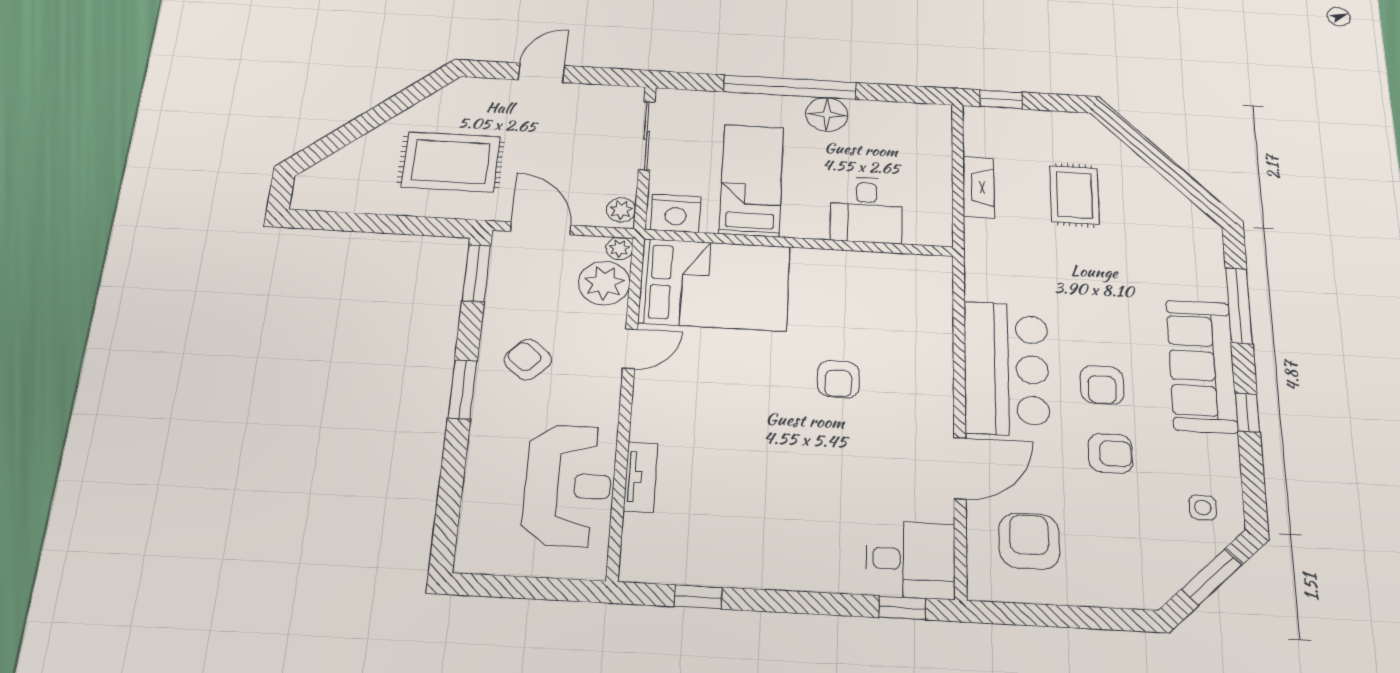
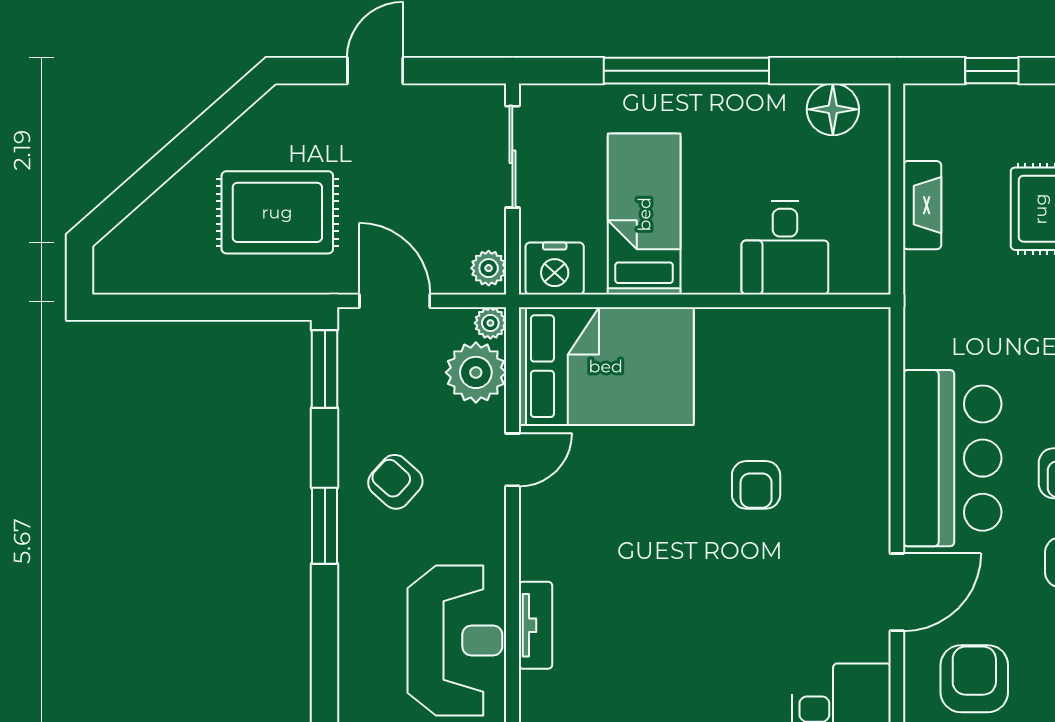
window: (1001, 99) -> (992, 71), moved
floor lamp: (827, 115) -> (833, 109), moved

